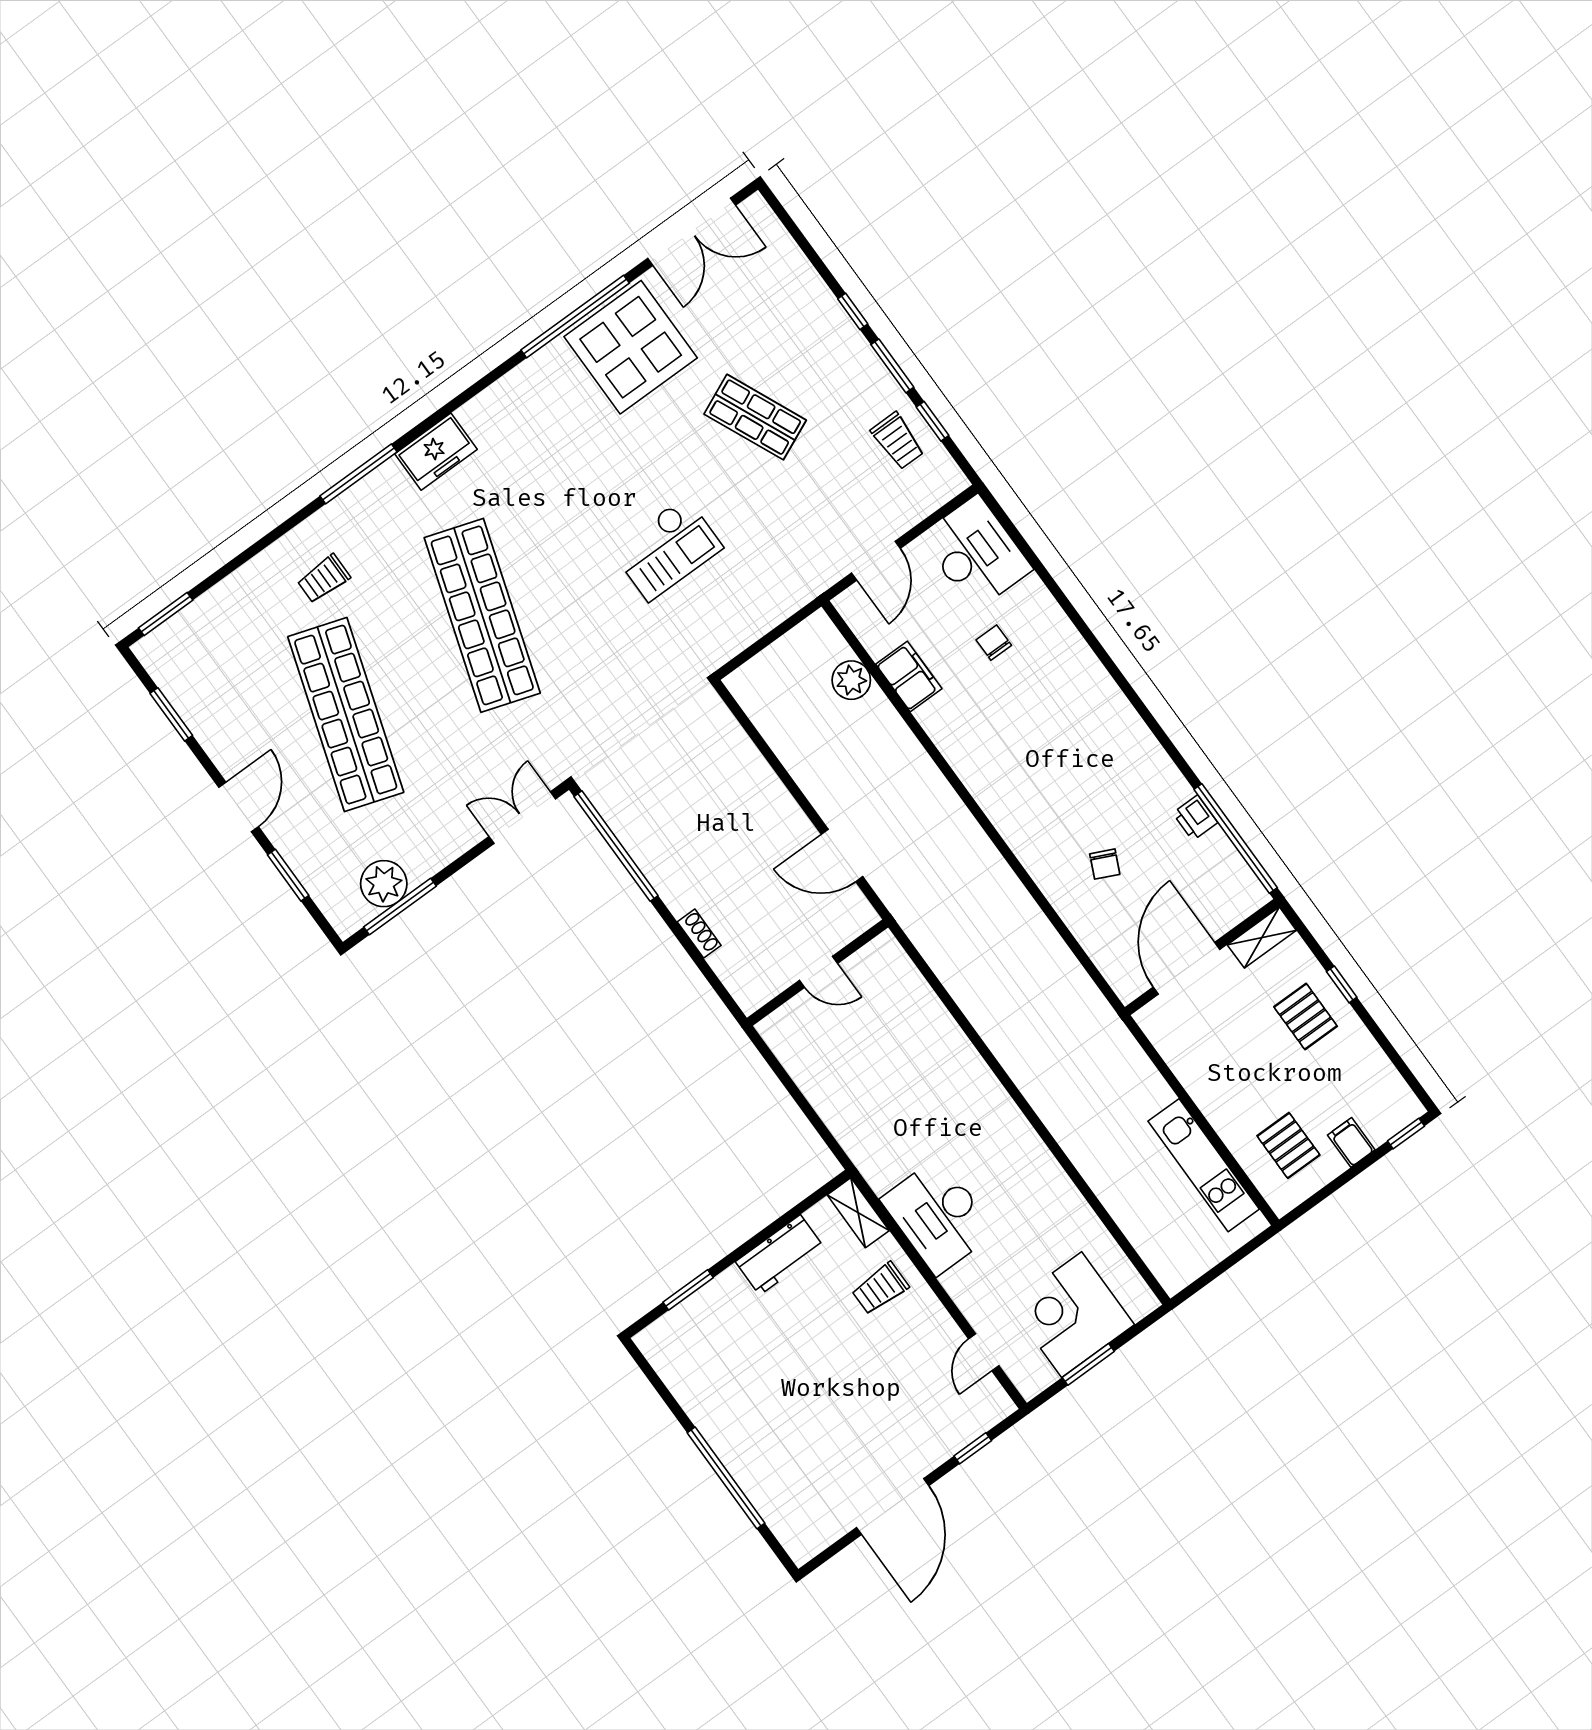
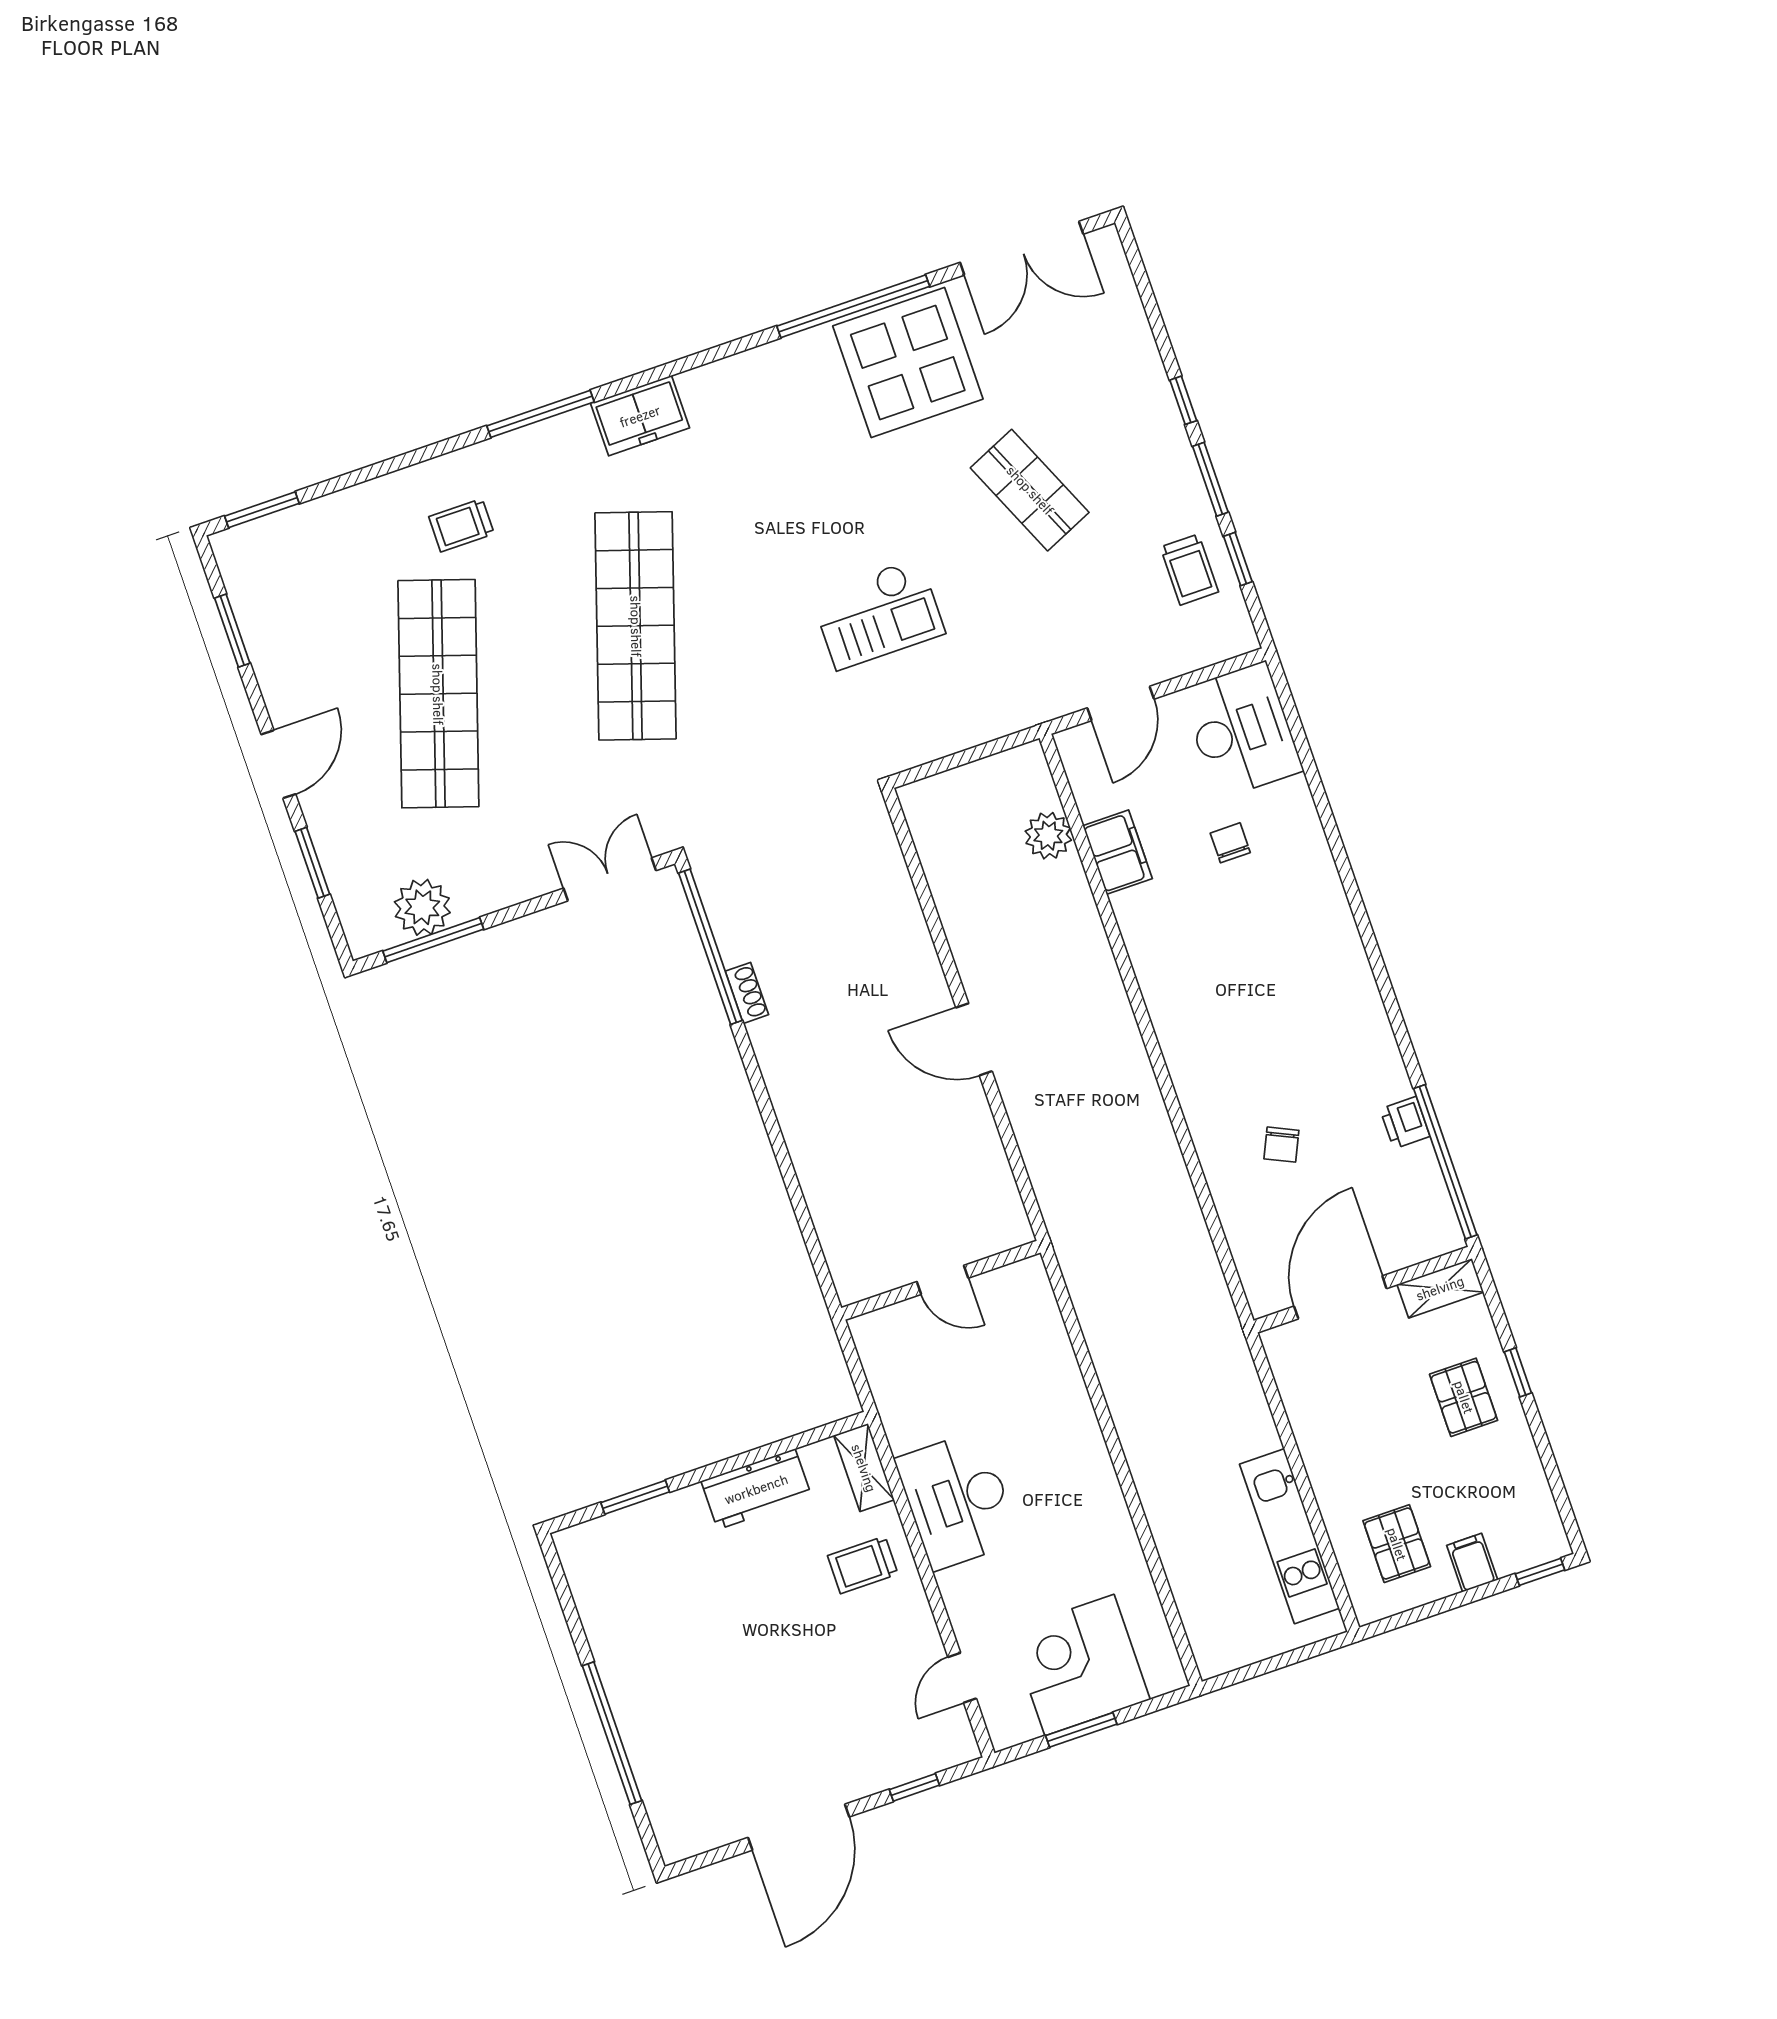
shoe rack: (699, 934) -> (747, 993), moved
door: (819, 972) -> (942, 1280), moved
wall: (818, 973) -> (941, 1280), moved

